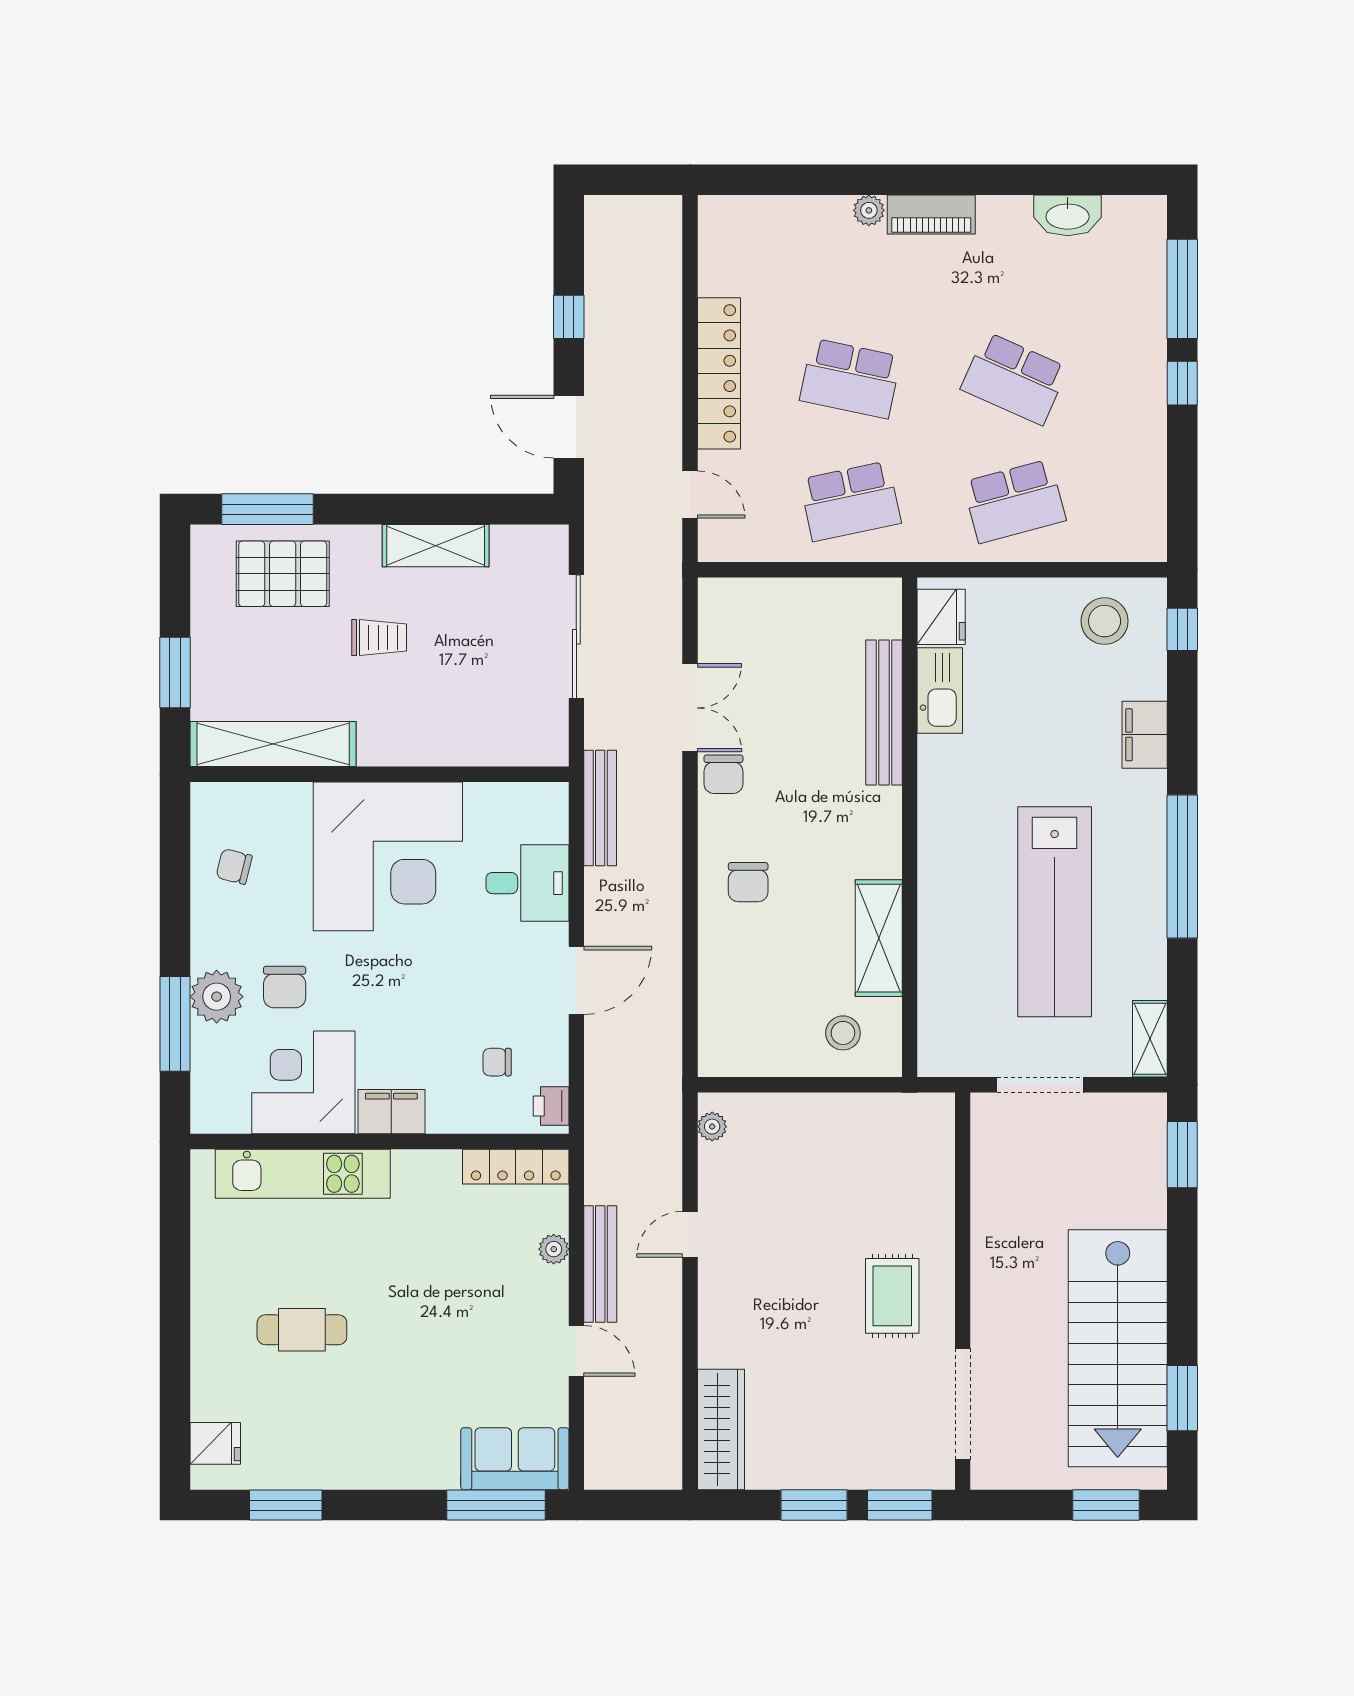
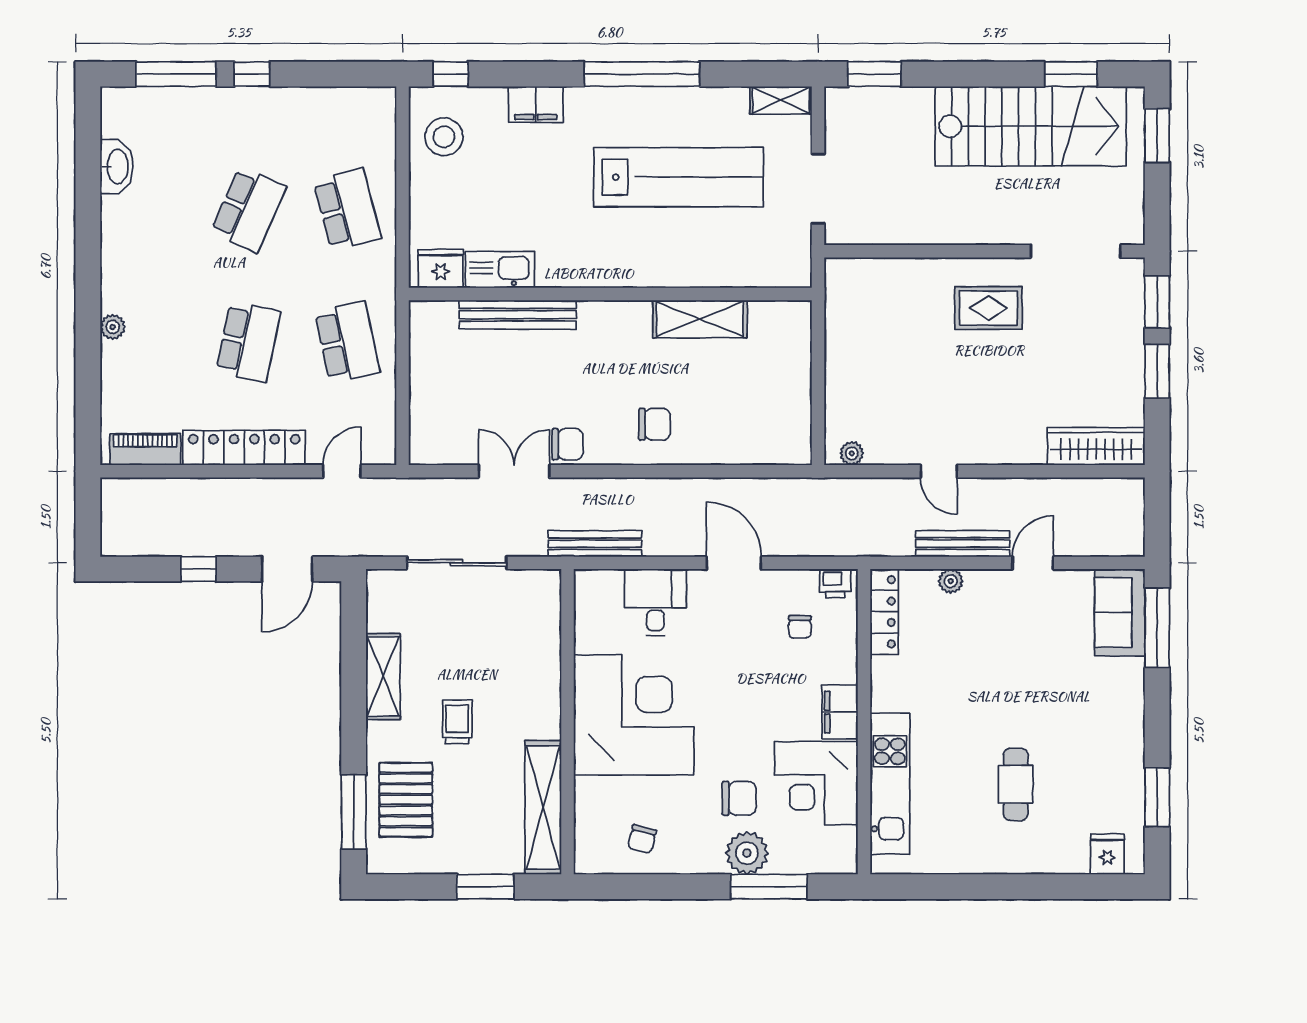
piano: (931, 214) -> (145, 449), moved, turned -90
stool: (843, 1033) -> (776, 348), removed

